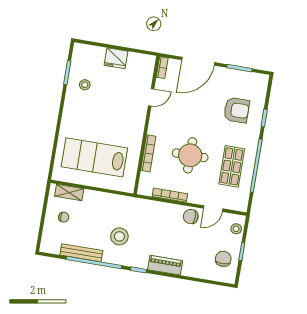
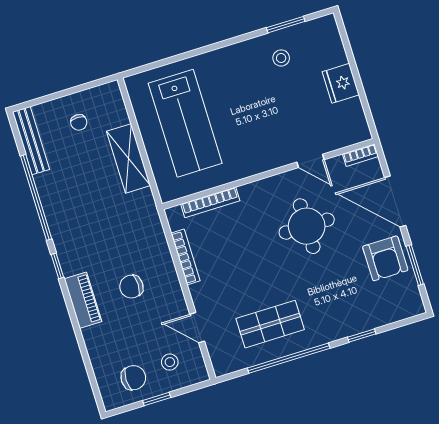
armchair: (237, 110) -> (385, 258), moved
bookcase: (148, 153) -> (210, 202), moved
round table: (190, 155) -> (307, 226), moved
lab bench: (94, 157) -> (185, 123), turned 180
shelving: (69, 192) -> (128, 158), moved, width x1.50, depth x1.33
chair: (191, 217) -> (131, 287), moved, turned -90
stool: (236, 229) -> (170, 362), moved
stool: (119, 236) -> (91, 215), removed
bench: (81, 253) -> (31, 141), moved

